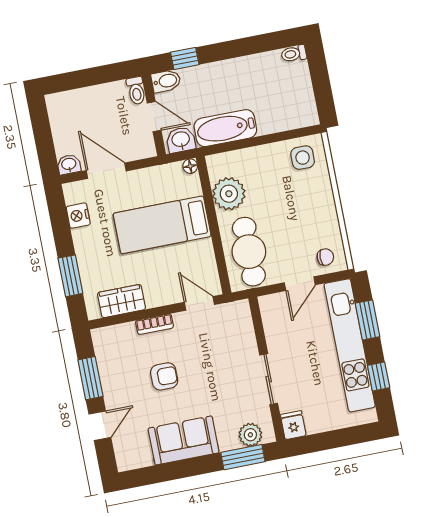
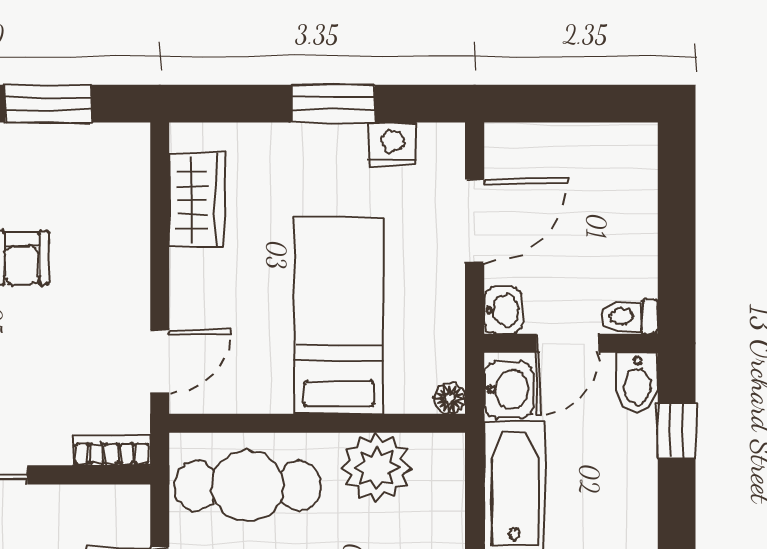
washbasin: (69, 164) -> (503, 310), moved
window: (70, 276) -> (333, 104), moved
bookcase: (154, 324) -> (112, 450), moved, turned 90

